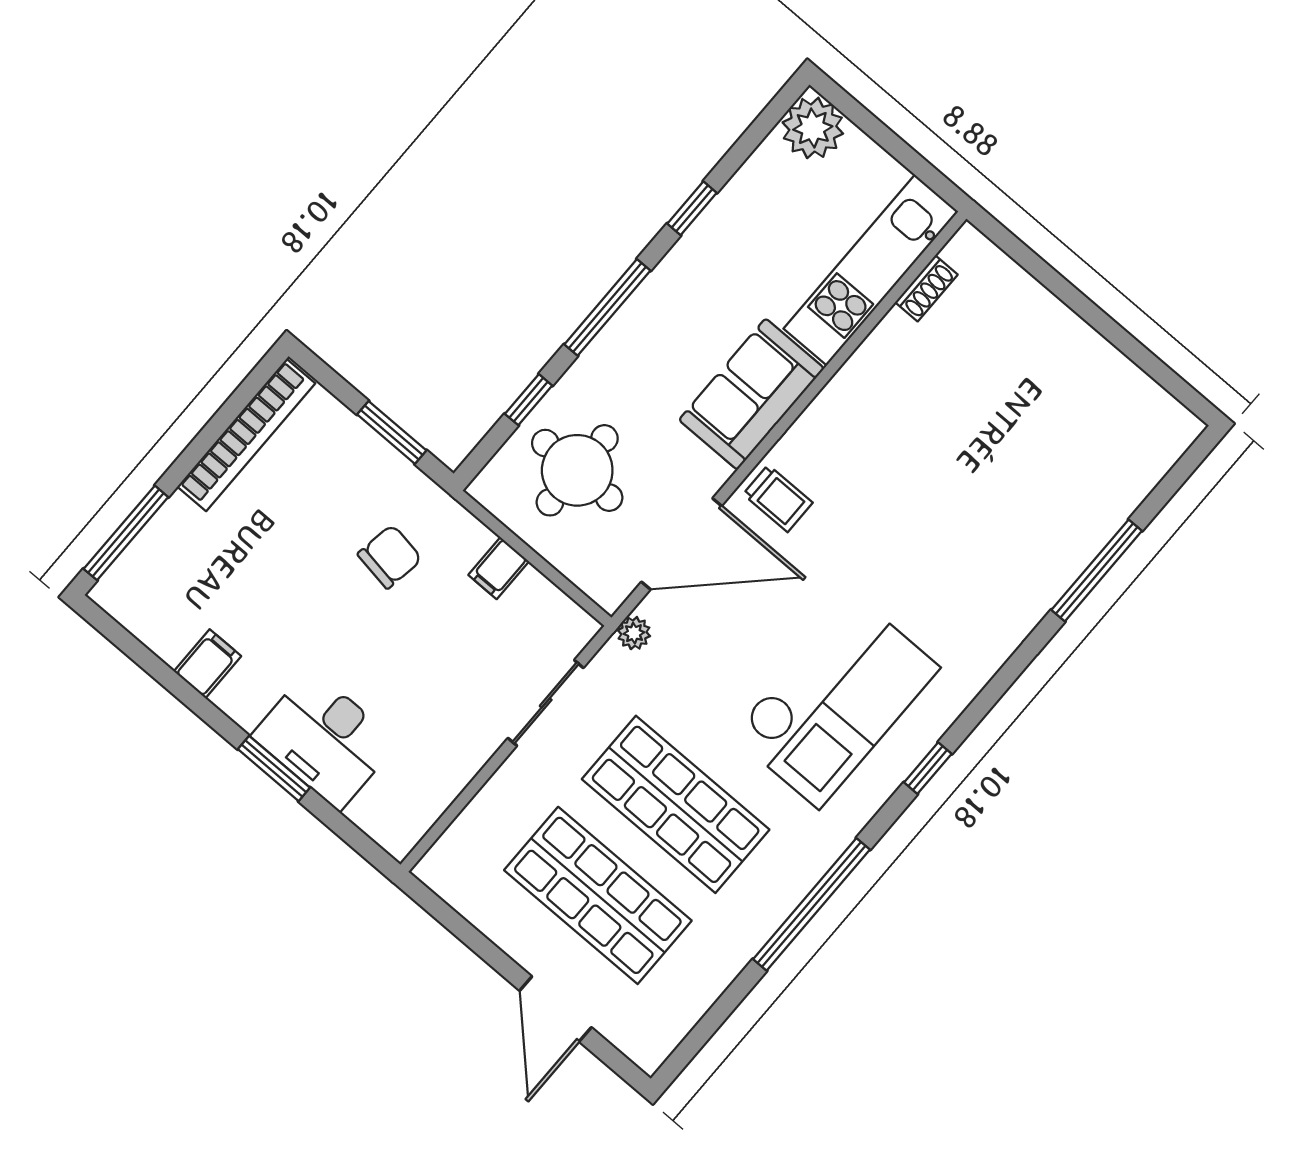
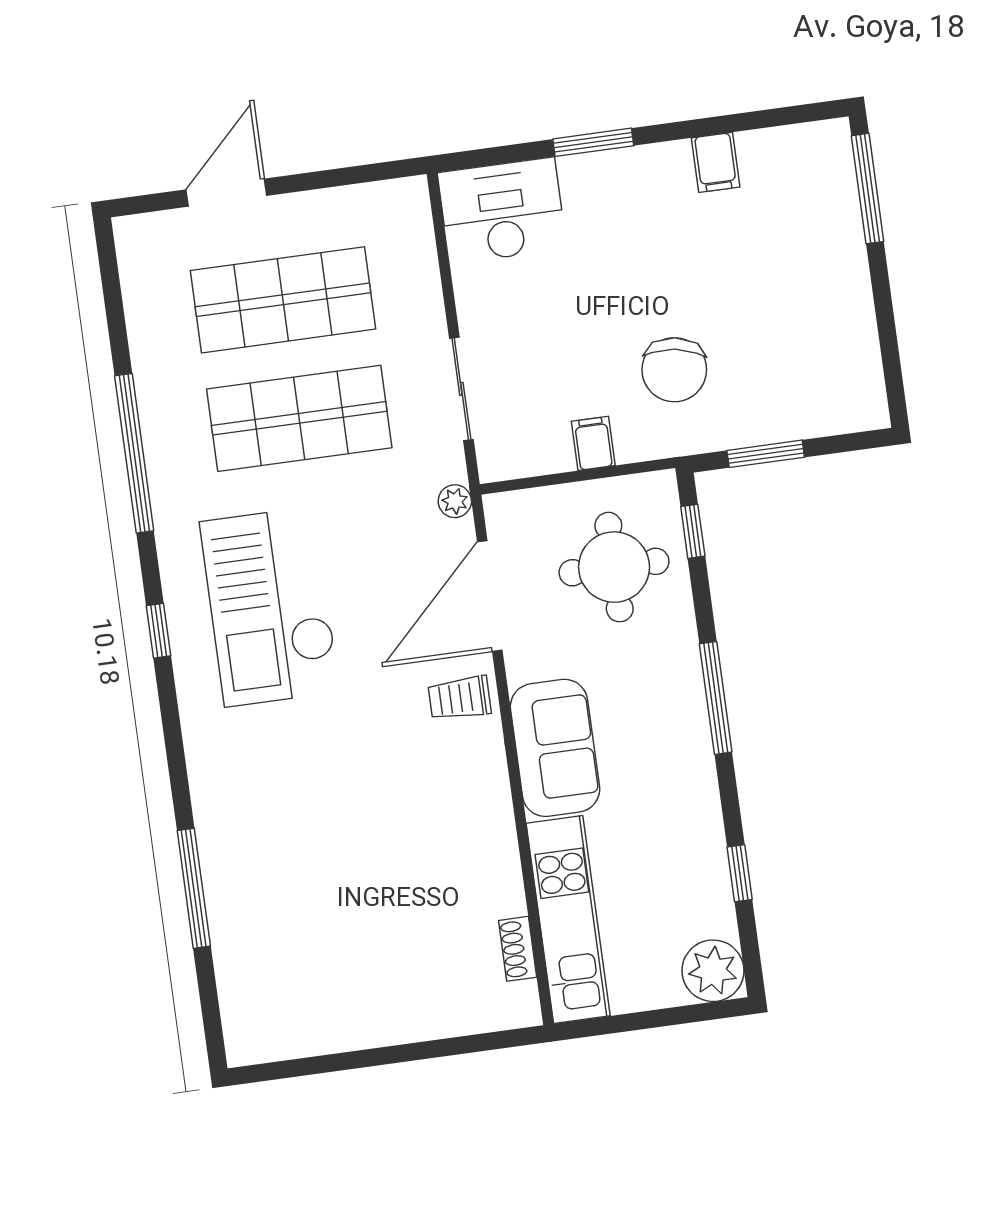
window: (692, 208) -> (740, 873), moved
window: (529, 400) -> (693, 531), moved
bookcase: (246, 435) -> (861, 344), removed
chair: (390, 557) -> (674, 370), width x1.37, depth x1.37
desk: (325, 739) -> (502, 211), moved
door: (555, 1009) -> (226, 193), hinge flipped

